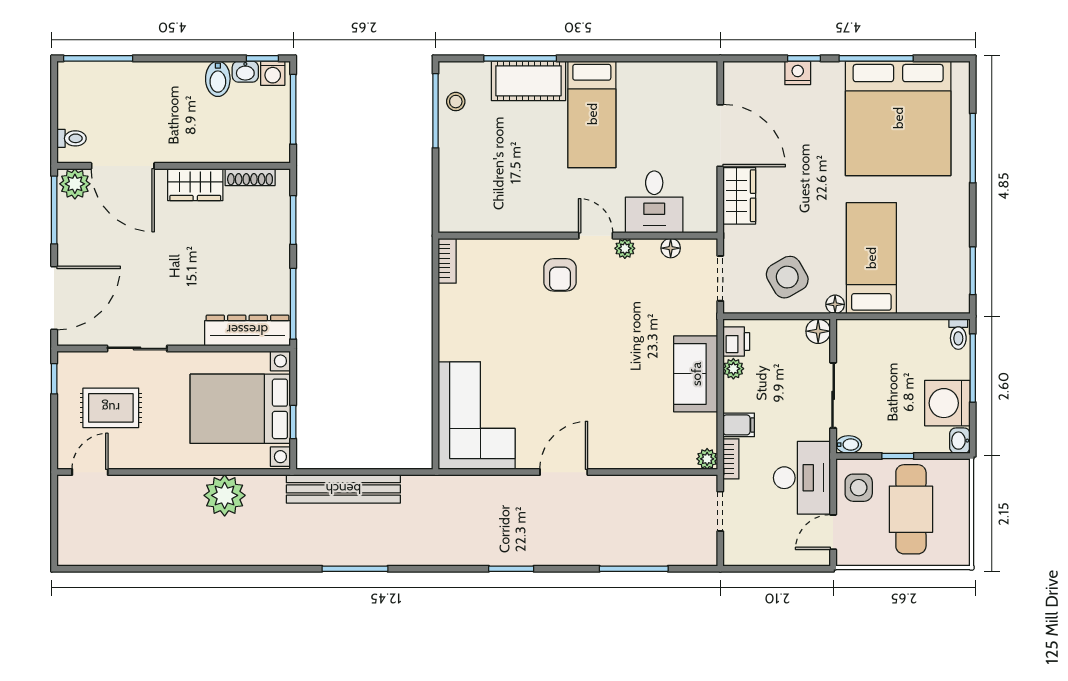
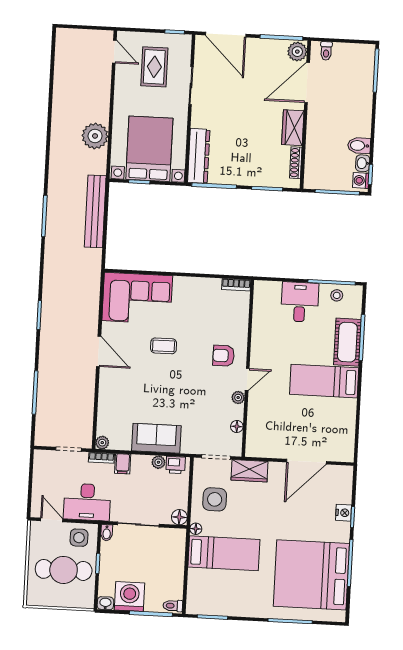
wardrobe: (739, 196) -> (249, 471), moved
desk: (654, 202) -> (300, 302), moved, turned 90
side table: (787, 277) -> (215, 499), turned 30
coffee table: (550, 370) -> (164, 346), added

